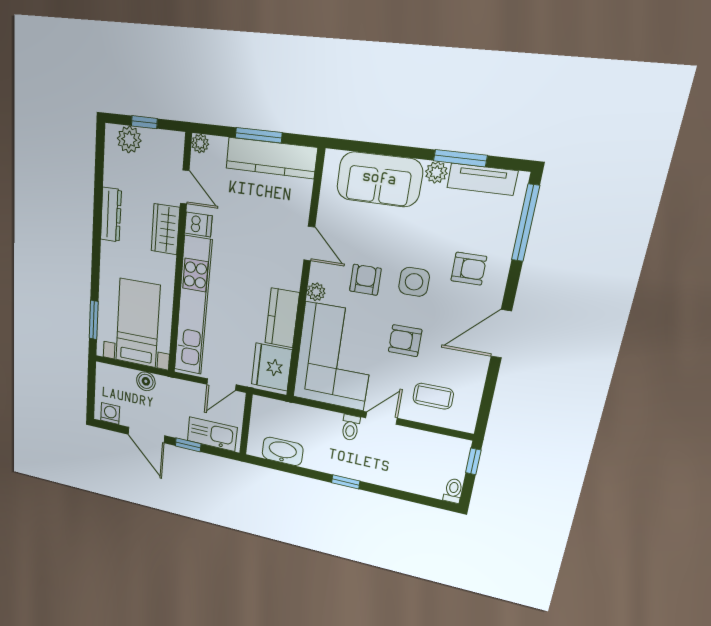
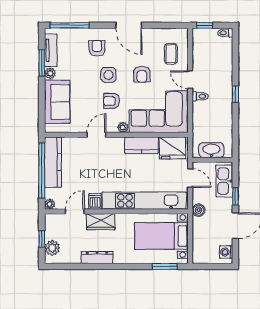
window: (259, 135) -> (42, 170), width x2.11
boiler: (146, 381) -> (199, 210), moved
washbasin: (283, 451) -> (211, 150), moved, turned 90

